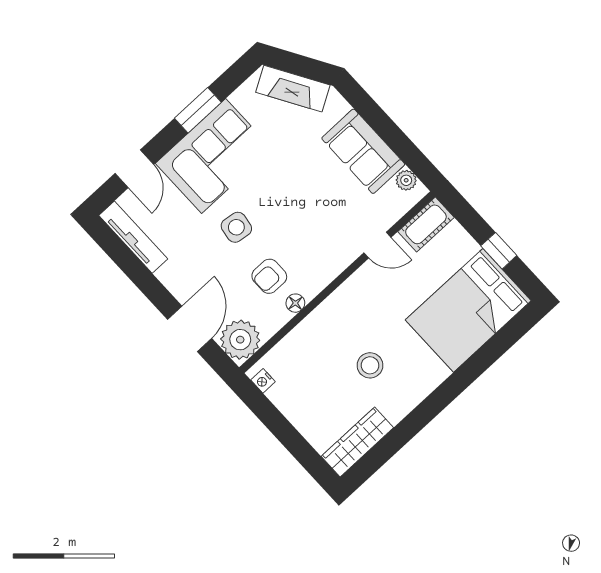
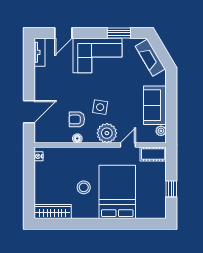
window: (198, 110) -> (119, 33), moved
side table: (236, 227) -> (100, 107), moved
tv unit: (133, 237) -> (40, 52), width x0.71
door: (377, 245) -> (128, 145), swing flipped
bed: (468, 310) -> (117, 192), moved, turned 90
plant: (240, 340) -> (107, 133), moved

